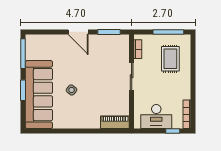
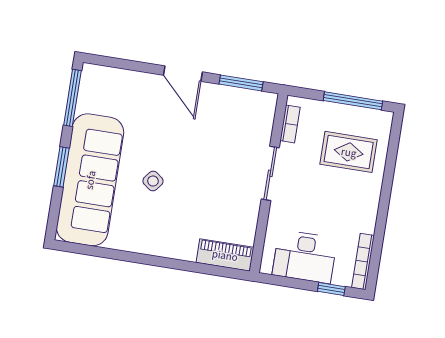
rug: (170, 59) -> (349, 152), turned 90

